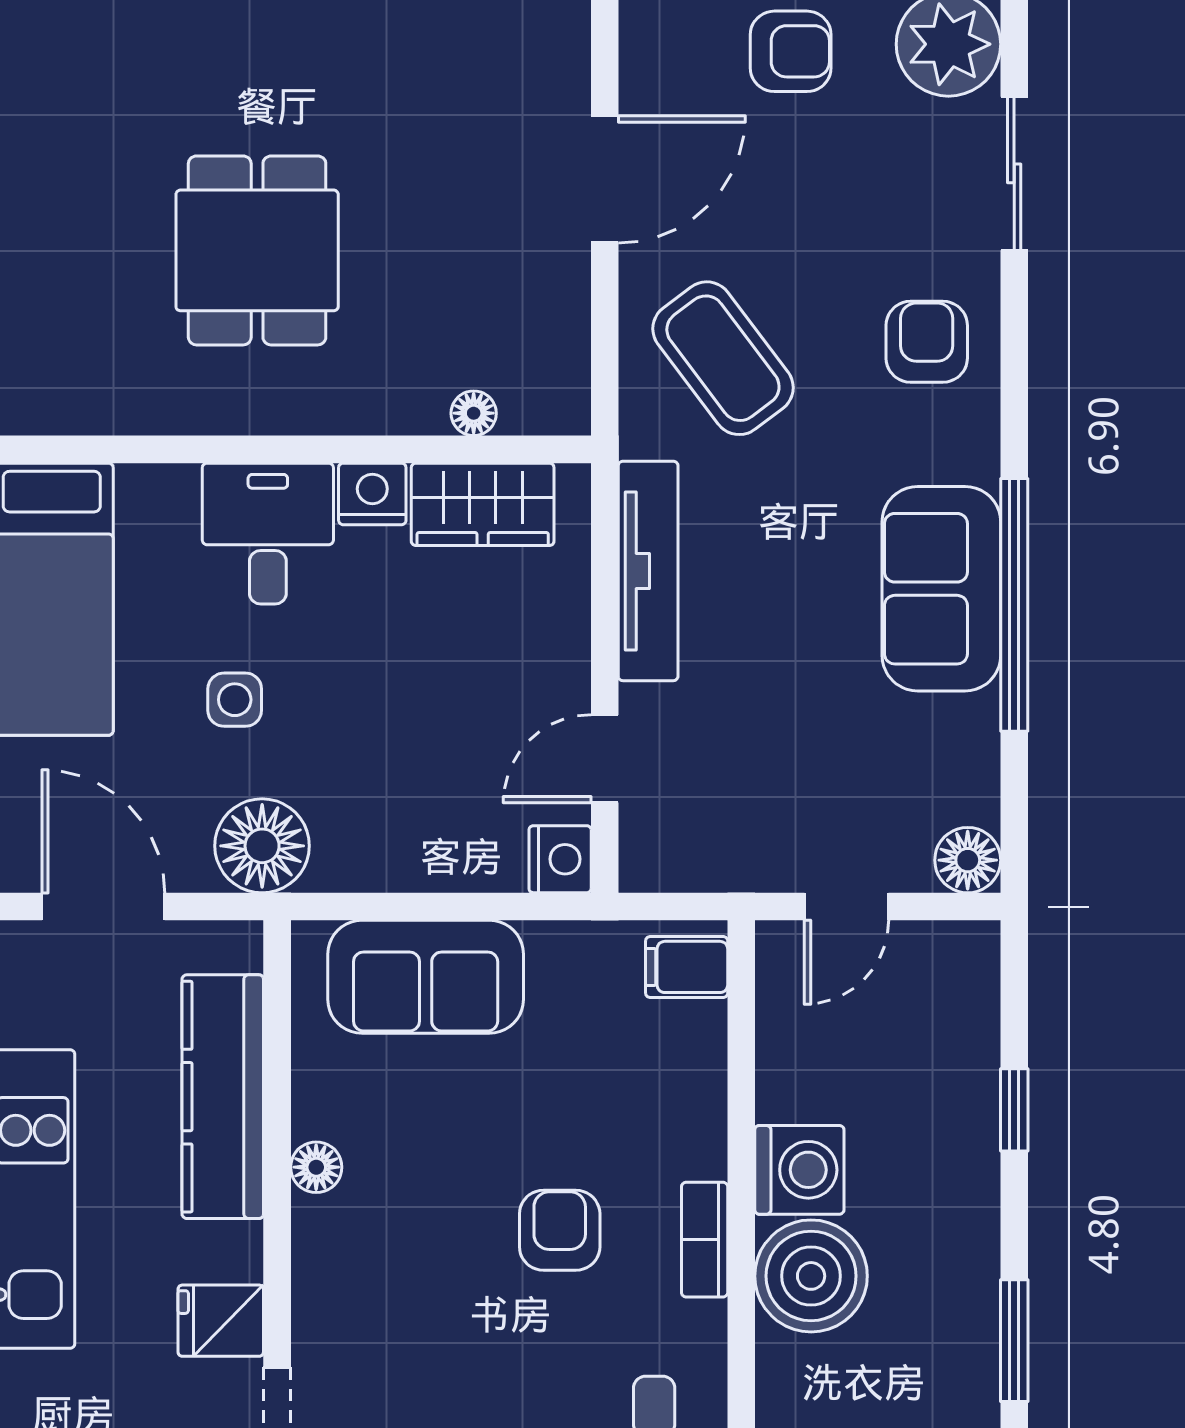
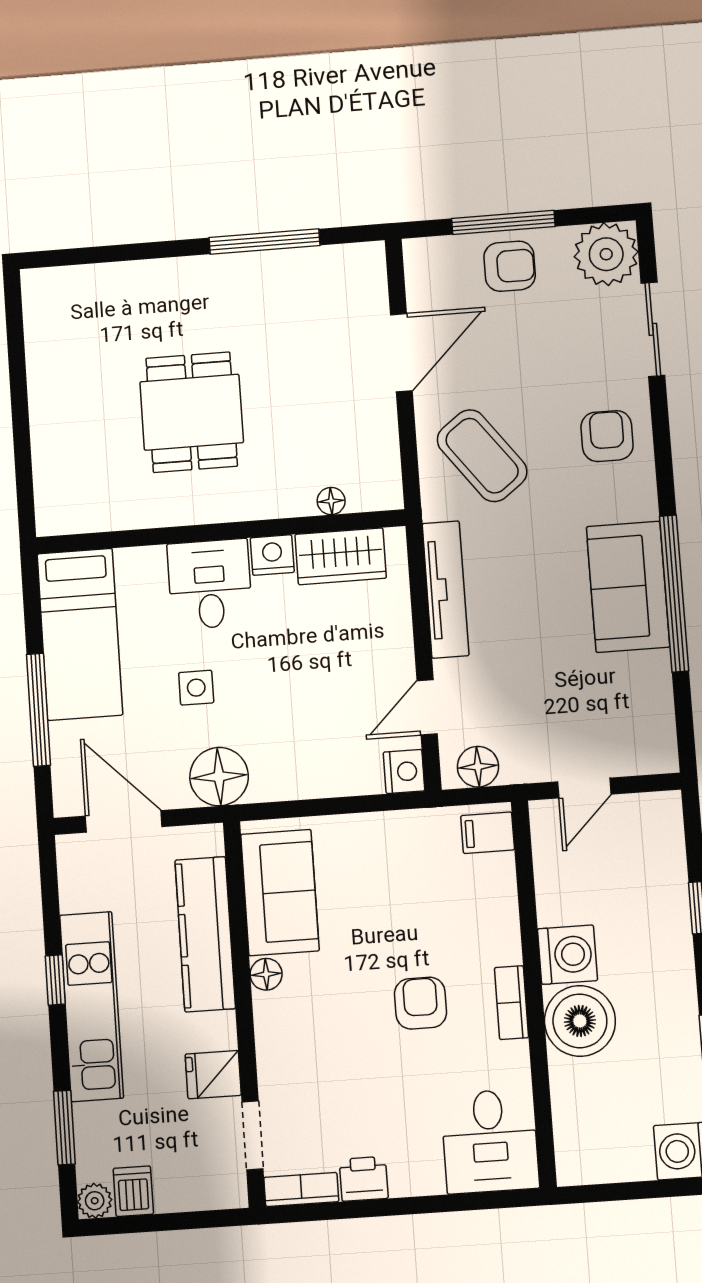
floor lamp: (968, 860) -> (478, 767), moved
sofa: (426, 977) -> (280, 892), moved, turned -90

